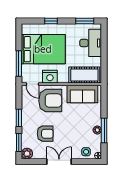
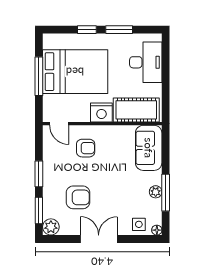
window: (85, 21) -> (119, 30), moved
window: (19, 63) -> (39, 76), moved
nightstand: (50, 77) -> (101, 112), moved
sofa: (82, 94) -> (149, 148), moved, turned 90
armchair: (50, 101) -> (86, 148), width x0.53, depth x0.53

